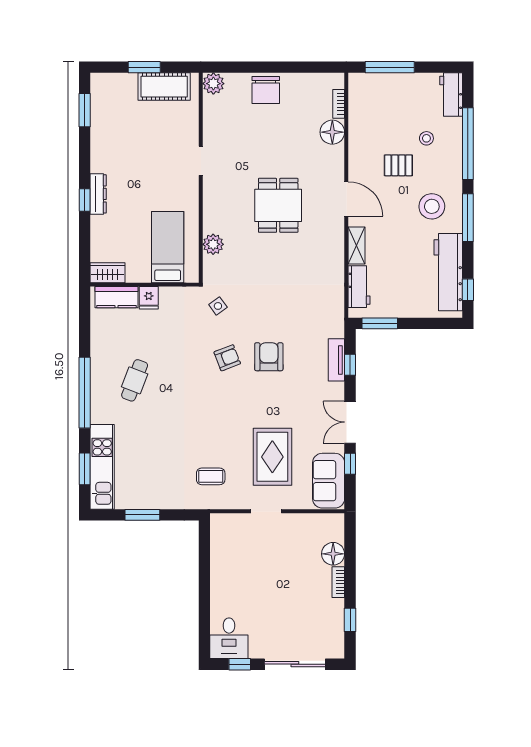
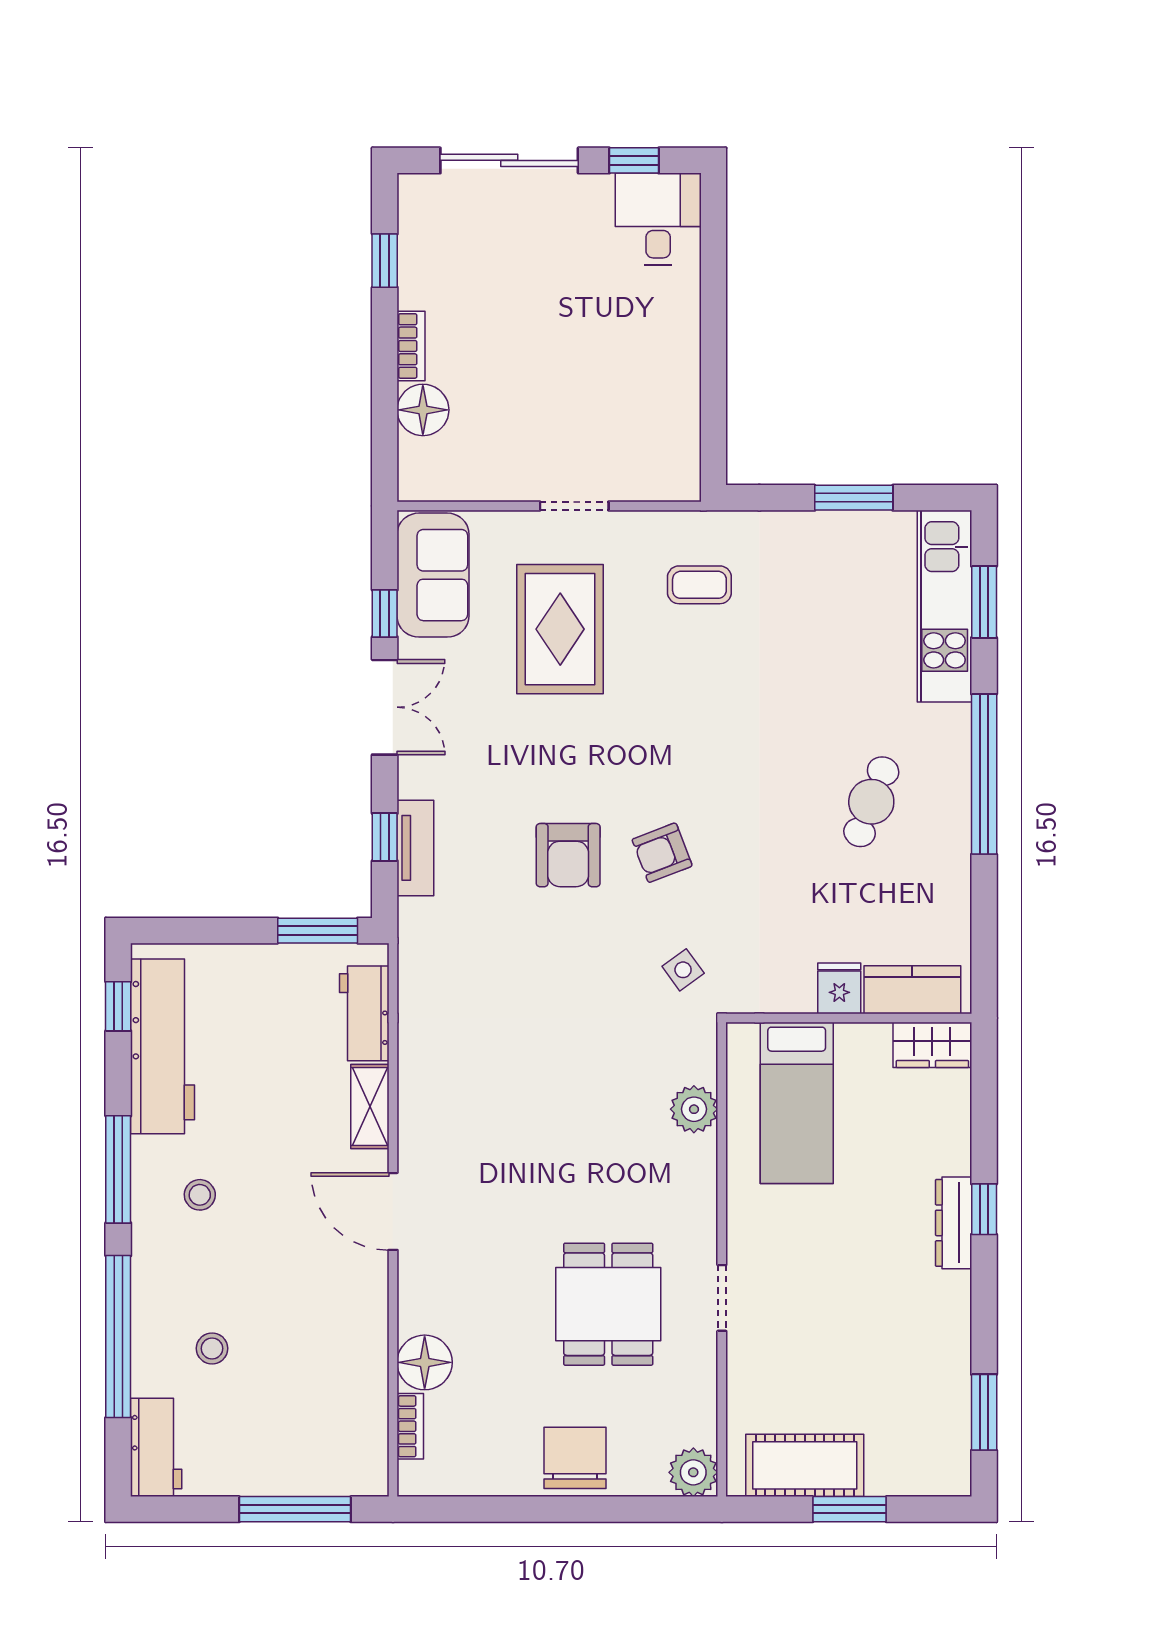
pallet: (398, 165) -> (275, 1287), removed
dining table: (278, 205) -> (608, 1304), moved
stool: (432, 206) -> (200, 1195), width x0.53, depth x0.53

